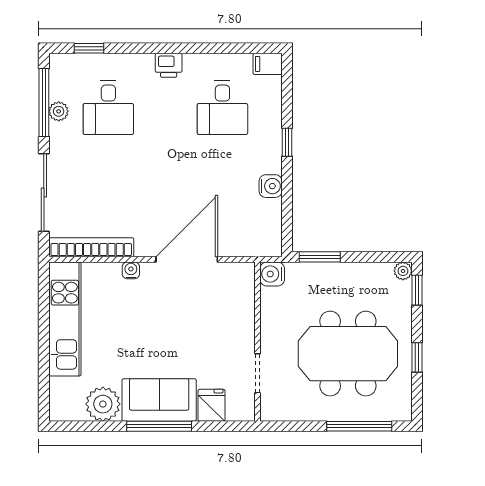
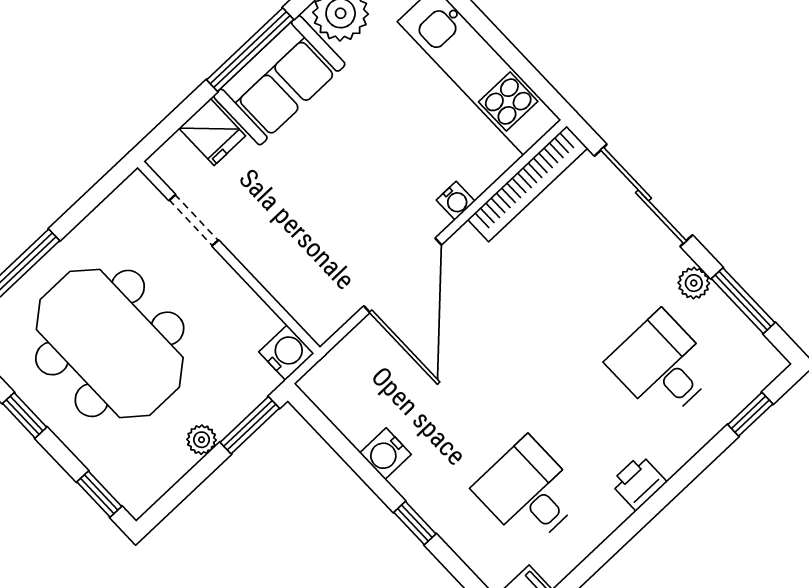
window: (44, 103) -> (743, 301), width x0.69
plant: (59, 111) -> (694, 283), moved
plant: (403, 271) -> (202, 440), moved
meeting table: (348, 354) -> (110, 343), turned 90

